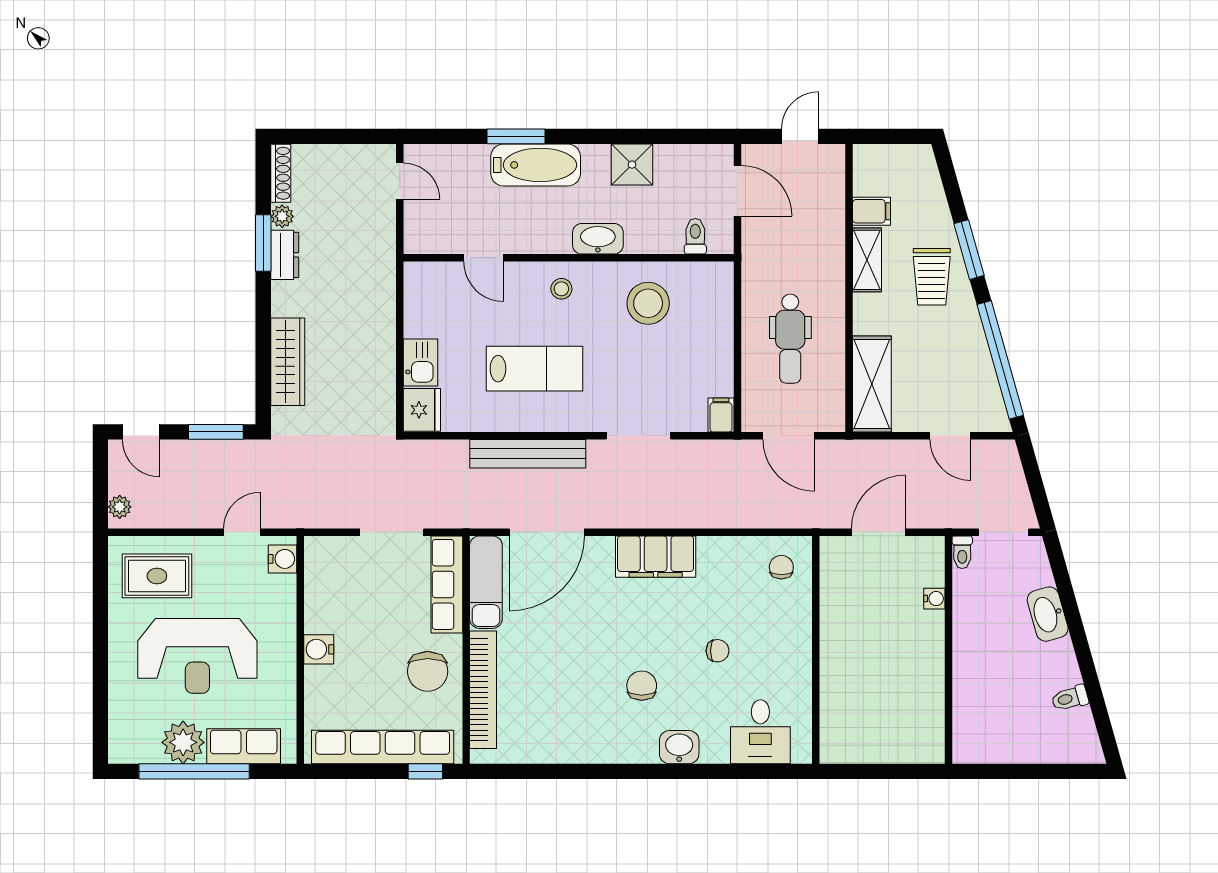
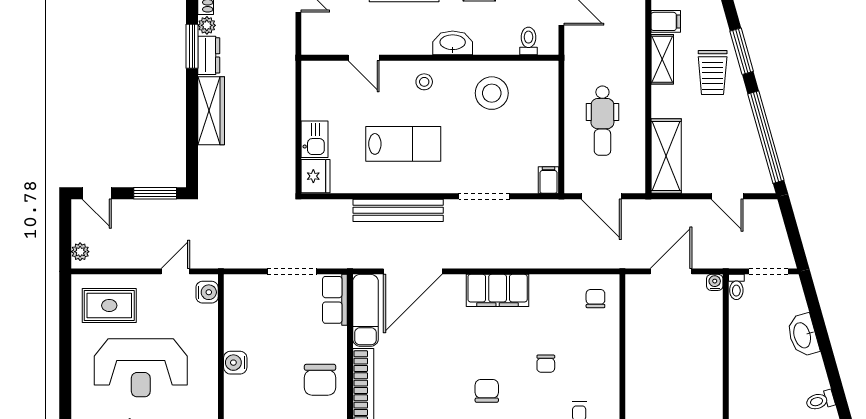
wardrobe: (288, 362) -> (211, 111), moved
row of seats: (447, 584) -> (335, 300), width x0.68
water cooler: (934, 599) -> (715, 282), moved, turned -90
chair: (718, 651) -> (546, 364), turned 90

